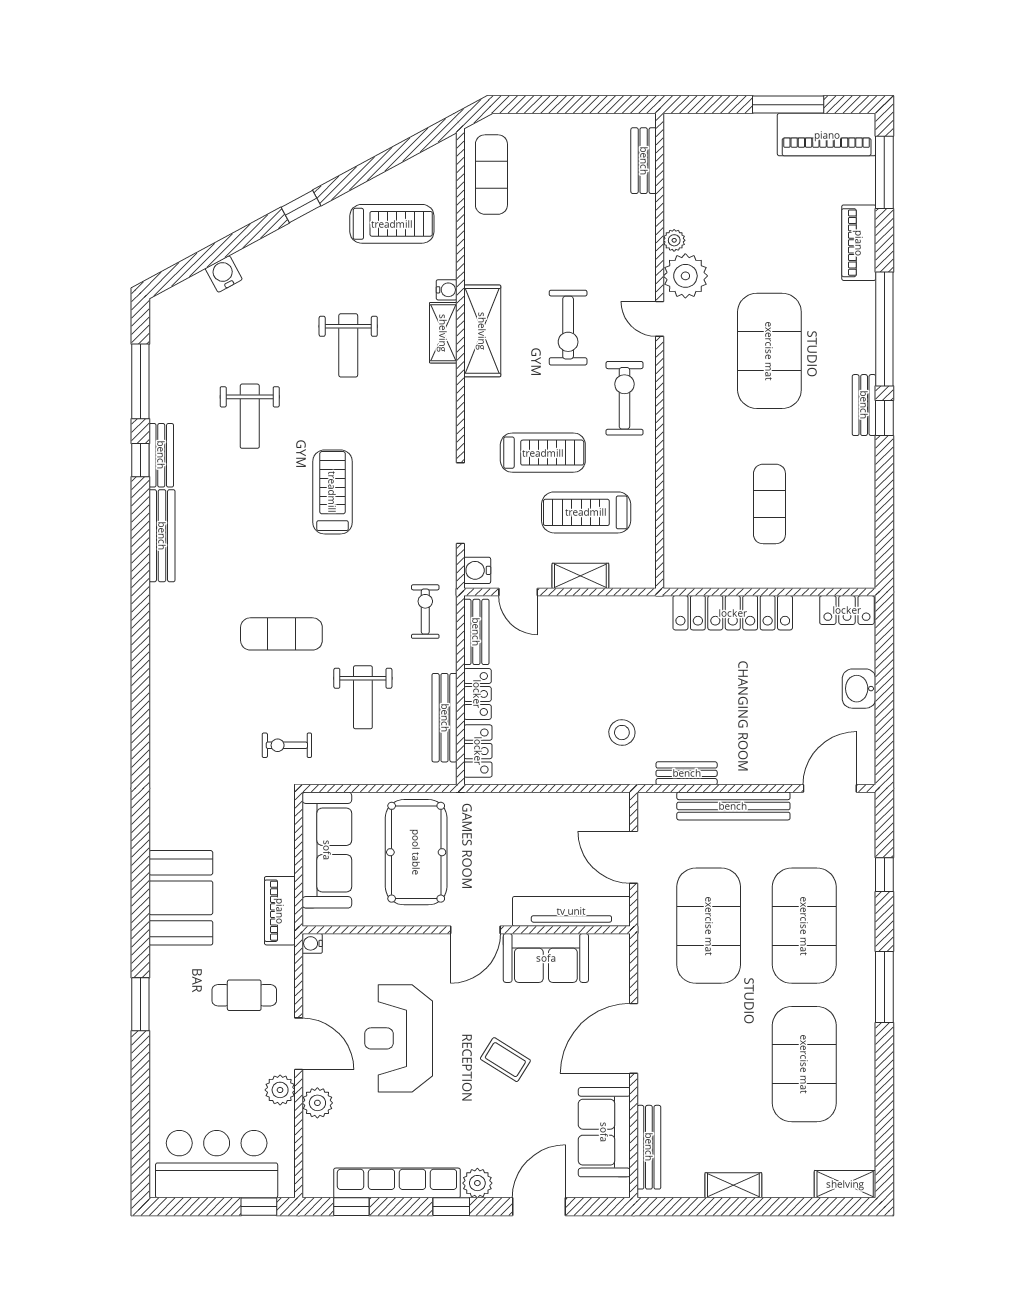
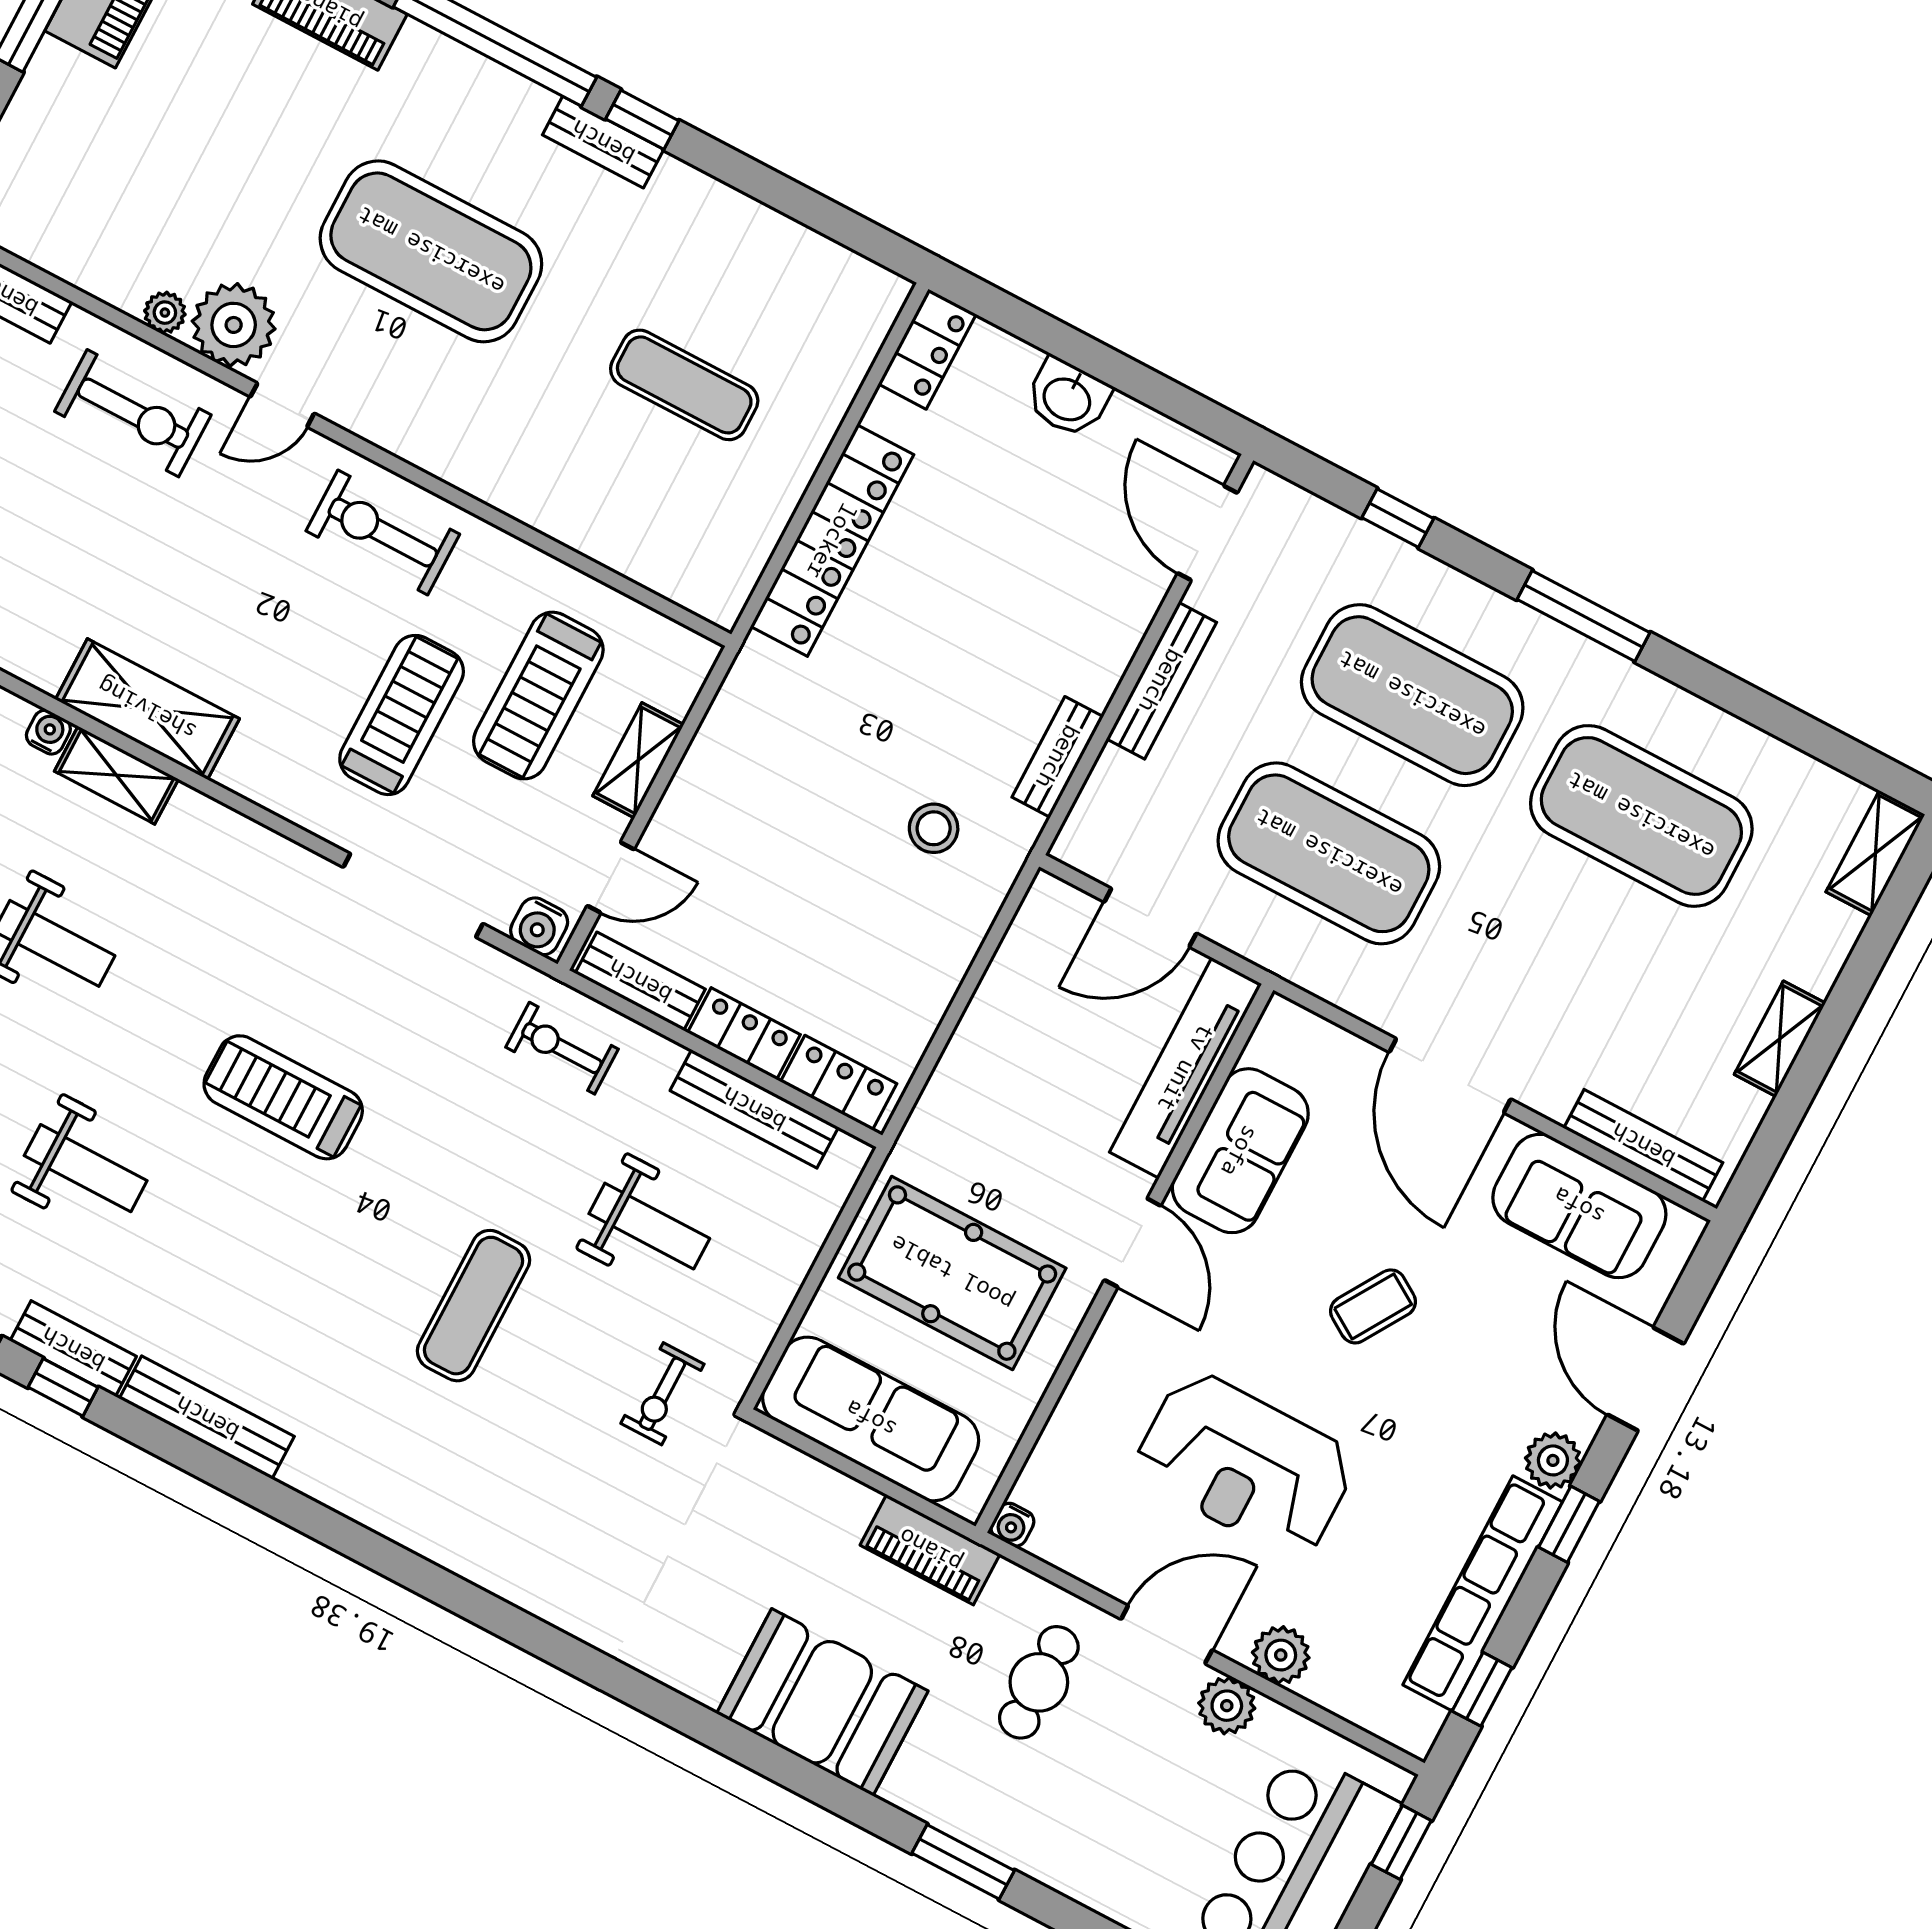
exercise bike: (568, 328) -> (133, 413), moved
bench: (733, 806) -> (1161, 681), width x0.73, depth x0.82

